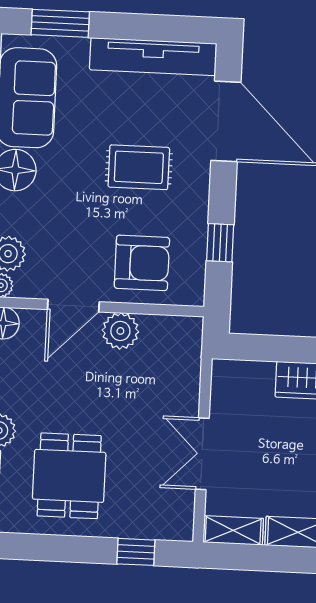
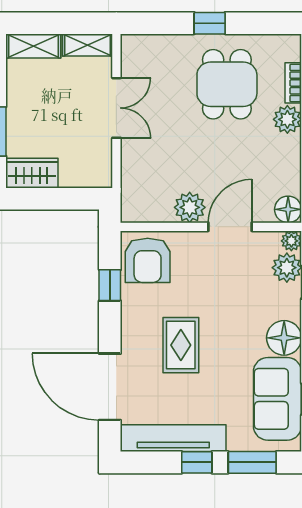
window: (126, 26) -> (197, 462), added
rug: (139, 167) -> (181, 345), turned 90
armchair: (142, 263) -> (148, 260), moved, turned -90
window: (136, 552) -> (210, 23), moved

